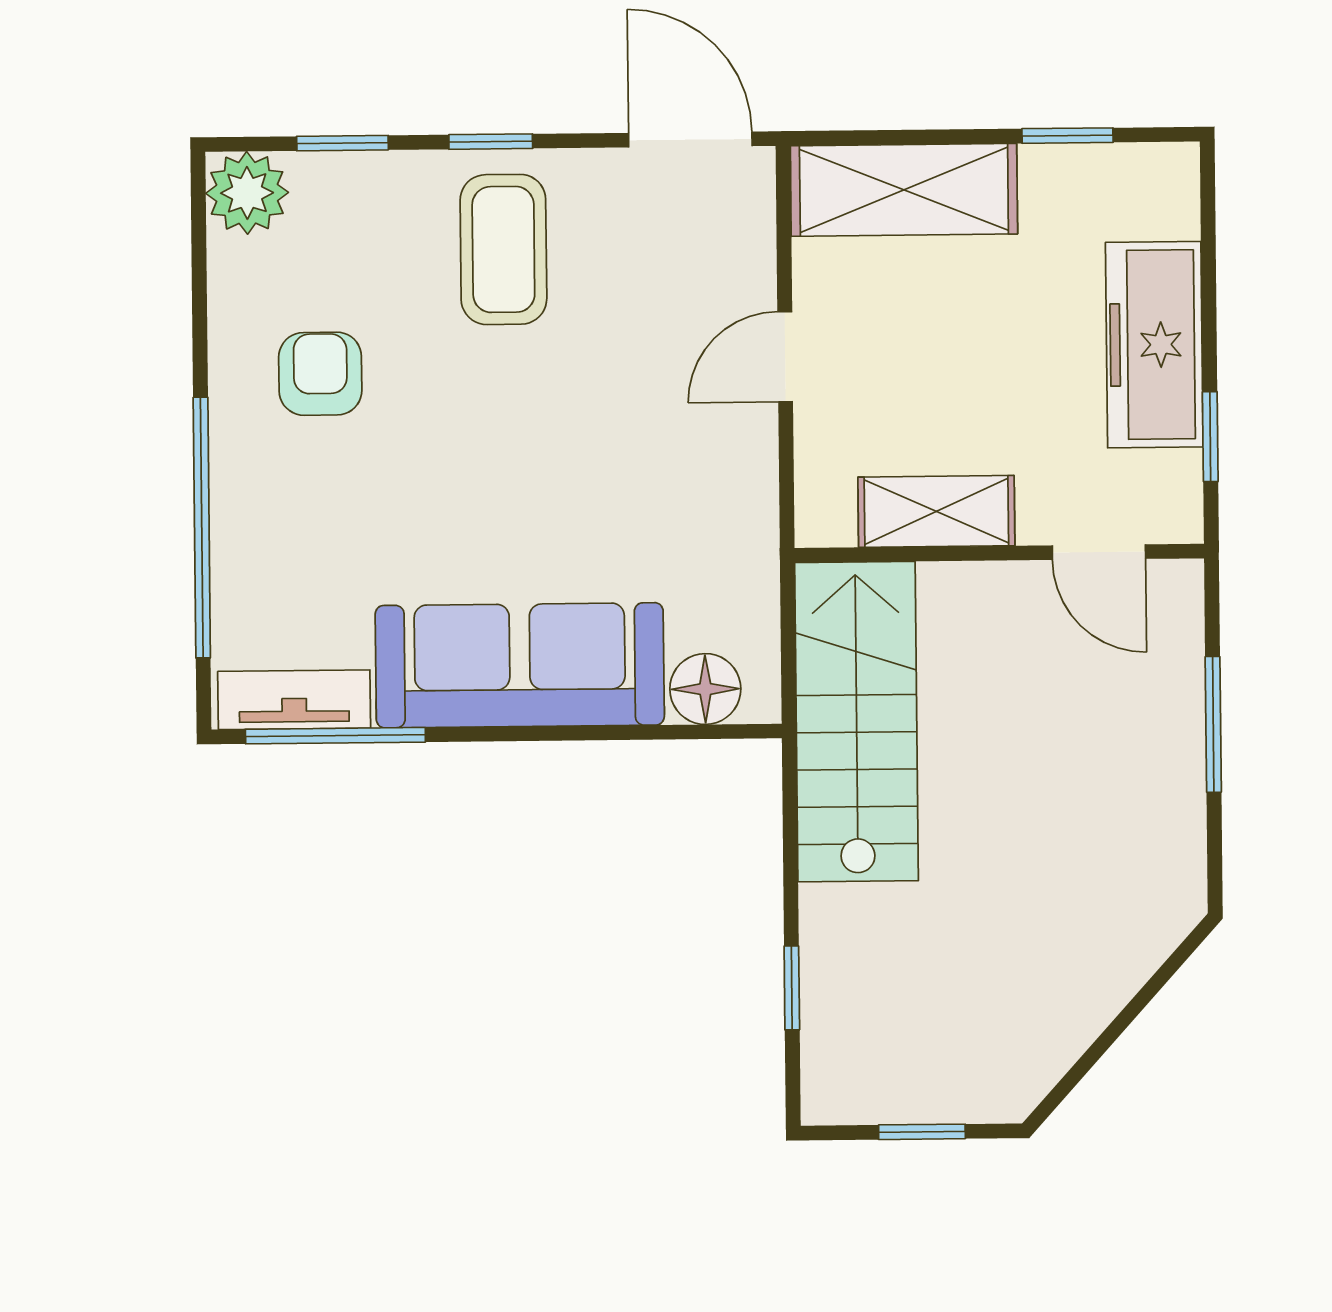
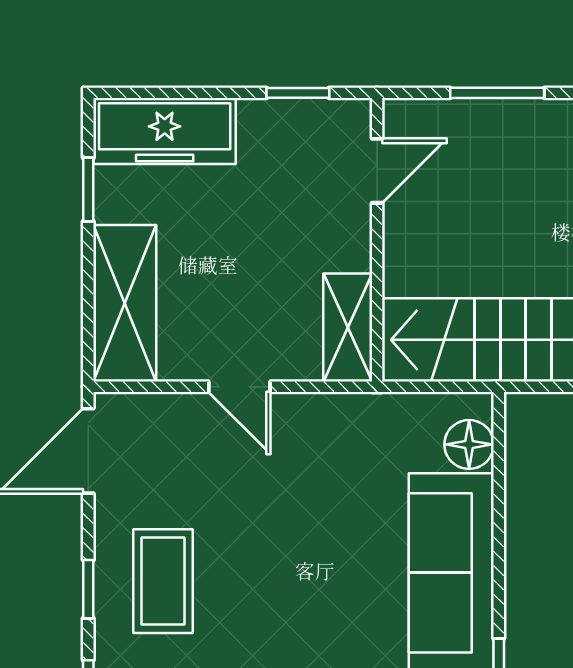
coffee table: (503, 249) -> (163, 581), turned 90
freezer: (1154, 345) -> (165, 131), moved
shelving: (936, 511) -> (348, 328), moved

